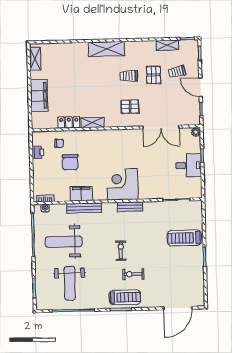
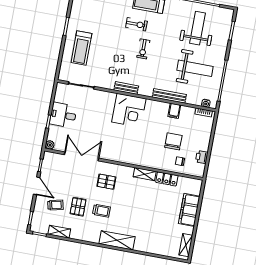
filing cabinet: (81, 194) -> (174, 111), width x0.50
treadmill: (184, 238) -> (81, 48), turned 90

